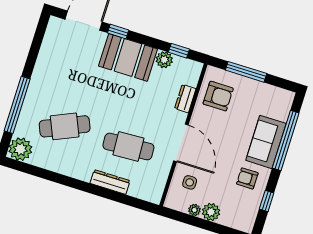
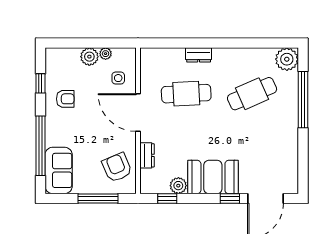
armchair: (218, 96) -> (117, 167), turned 67
sofa: (266, 142) -> (59, 170), moved
dresser: (110, 182) -> (199, 55), width x0.70

